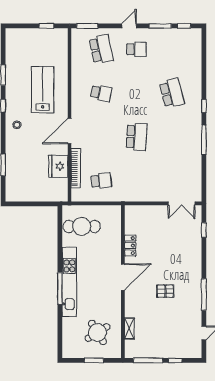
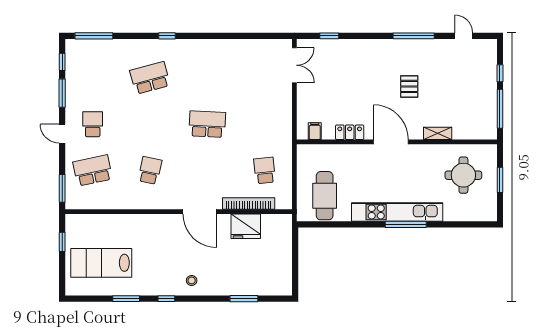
lab bench: (43, 90) -> (101, 263), moved
window: (204, 140) -> (94, 36), moved
filing cabinet: (131, 219) -> (315, 131), added
shelving: (129, 328) -> (438, 133), moved
round table: (97, 333) -> (463, 175), turned 32

